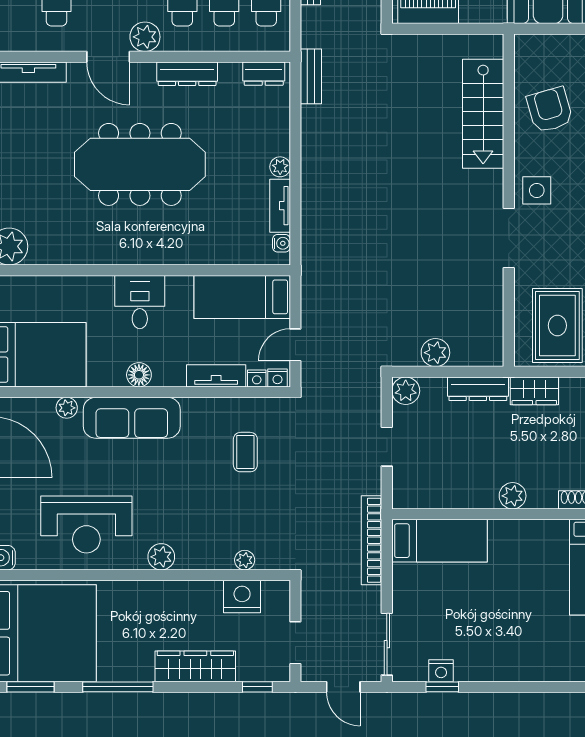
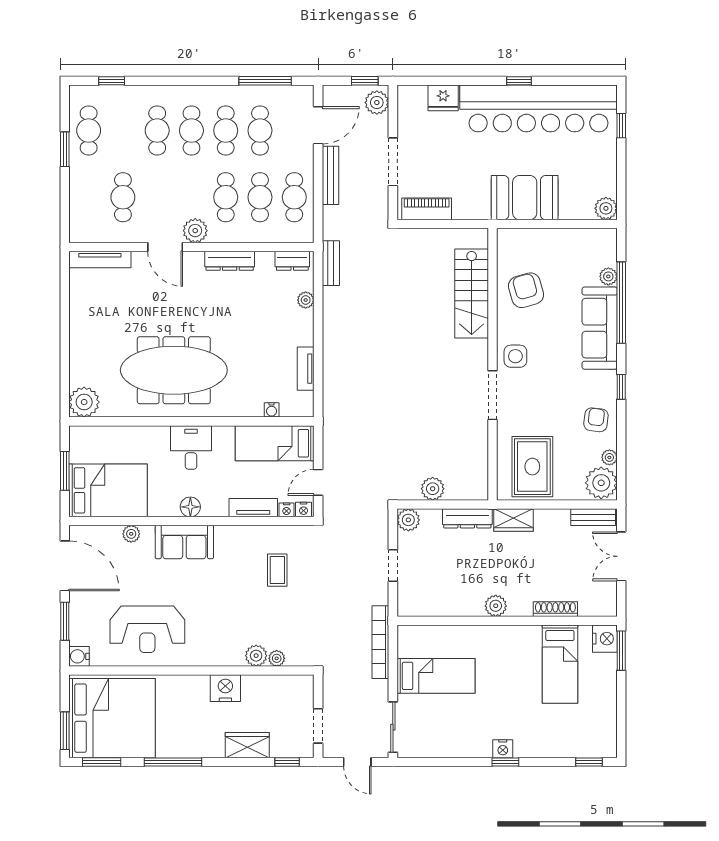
meeting table: (140, 164) -> (174, 370), moved
plant: (280, 167) -> (306, 300), moved
water cooler: (281, 243) -> (272, 410), moved, turned 90
sofa: (132, 418) -> (184, 542), width x0.73
bed: (440, 541) -> (436, 676), moved
plant: (161, 557) -> (256, 656), moved
nightstand: (242, 597) -> (225, 688), moved
wardrobe: (195, 666) -> (247, 745), width x0.67
nightstand: (441, 671) -> (503, 749), moved
window: (442, 687) -> (505, 762), moved

